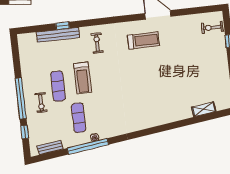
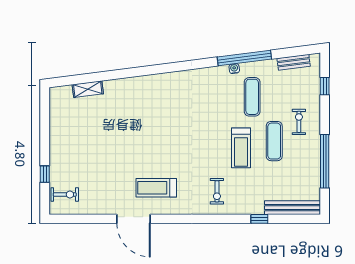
bench: (58, 35) -> (293, 208), moved
treadmill: (83, 78) -> (241, 148), turned 180
window: (21, 99) -> (325, 161), moved

